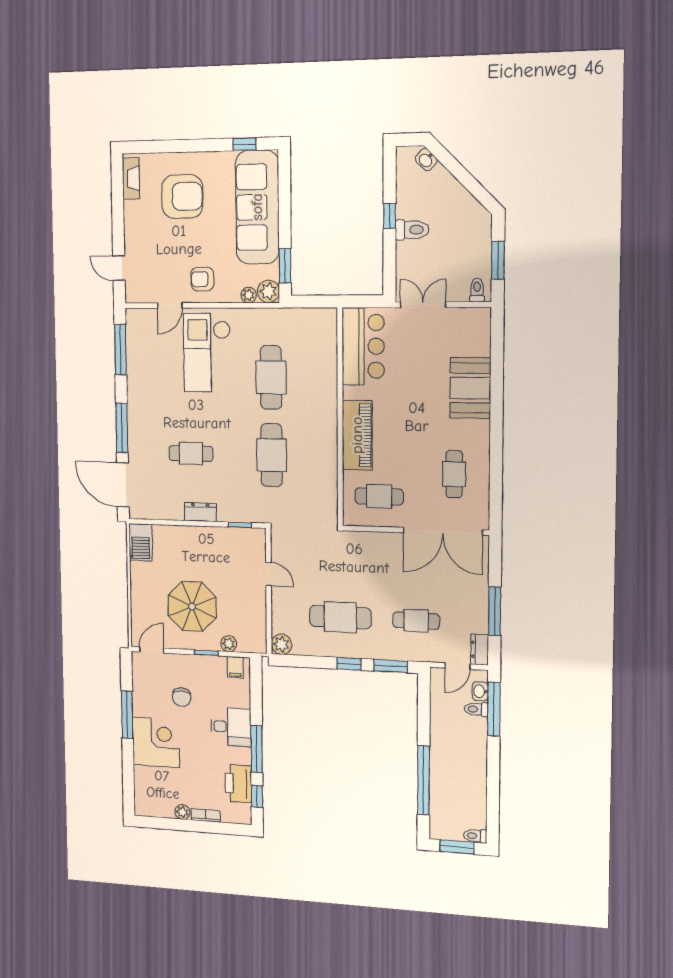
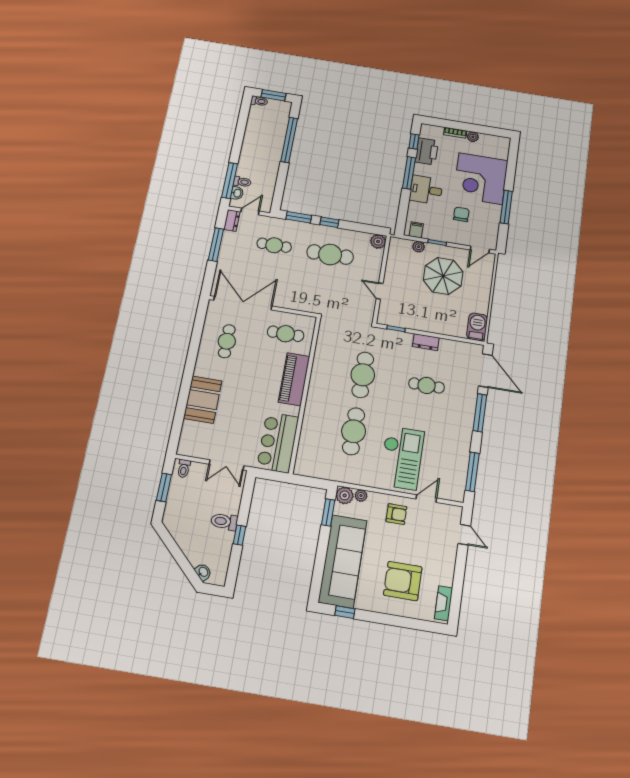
corner desk: (156, 742) -> (480, 179), width x1.36, depth x1.36

